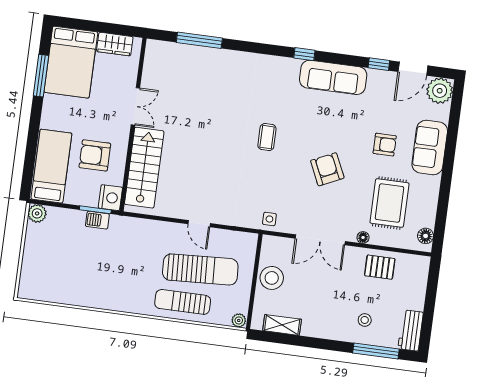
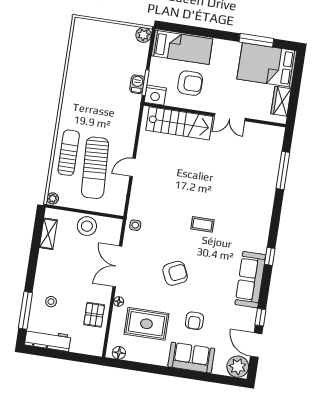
armchair: (95, 155) -> (190, 83), turned 90
workbench: (411, 330) -> (48, 340), width x1.38

